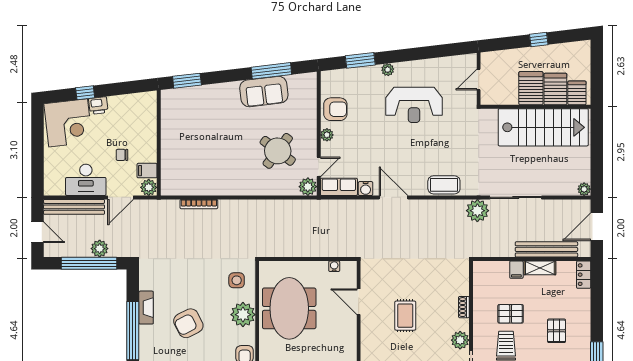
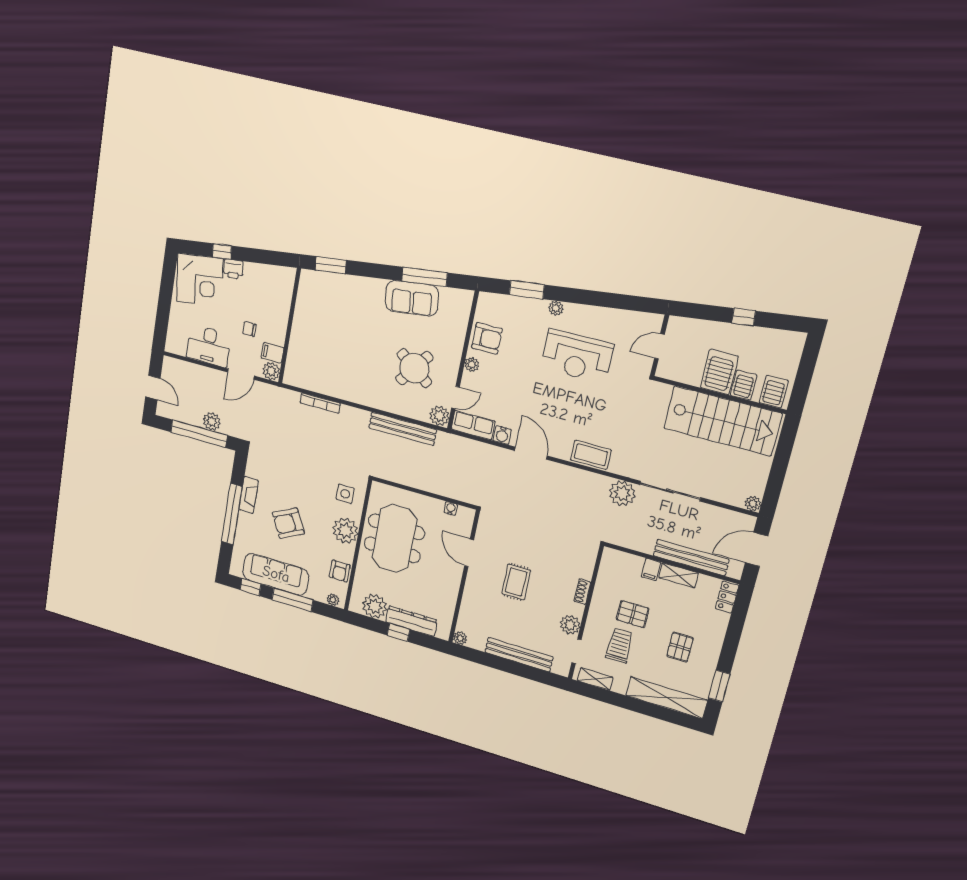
server rack: (555, 89) -> (744, 385), width x0.73, depth x0.70
bench: (74, 207) -> (403, 429), moved

